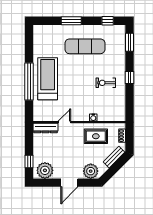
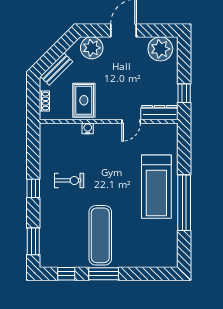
window: (71, 21) -> (104, 274), moved
exercise mat: (85, 46) -> (100, 235), turned 90
window: (29, 81) -> (184, 203), moved
rug: (96, 136) -> (84, 100), turned 90
window: (29, 161) -> (184, 93), moved

